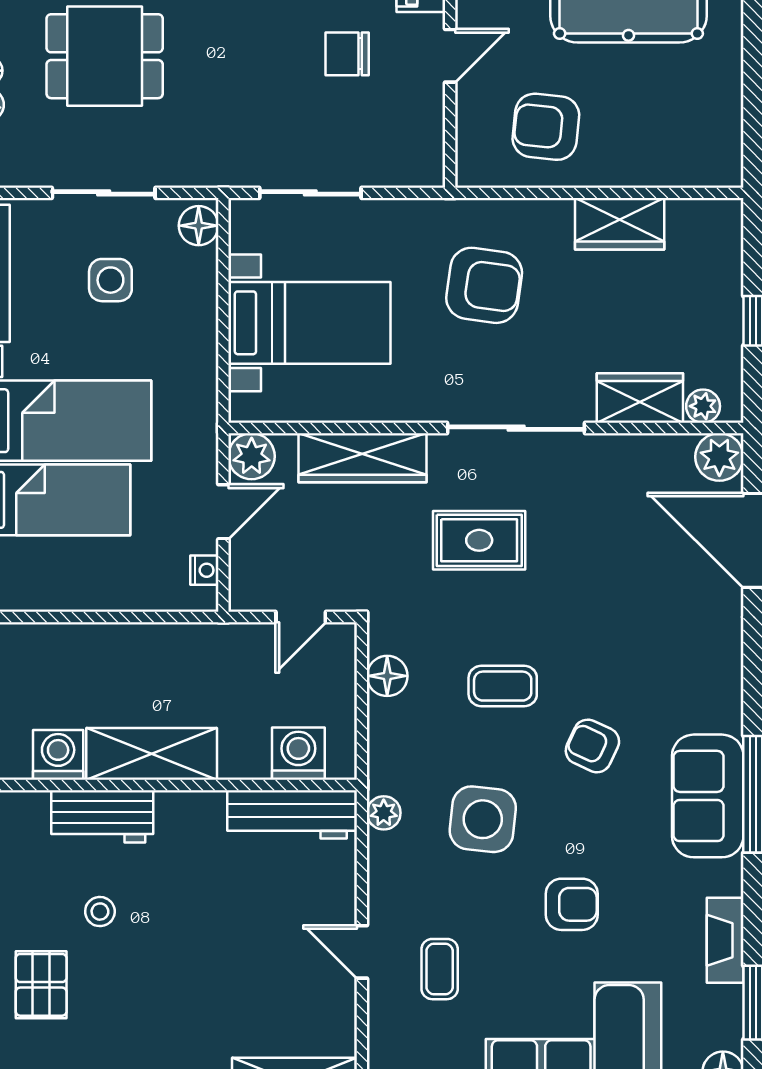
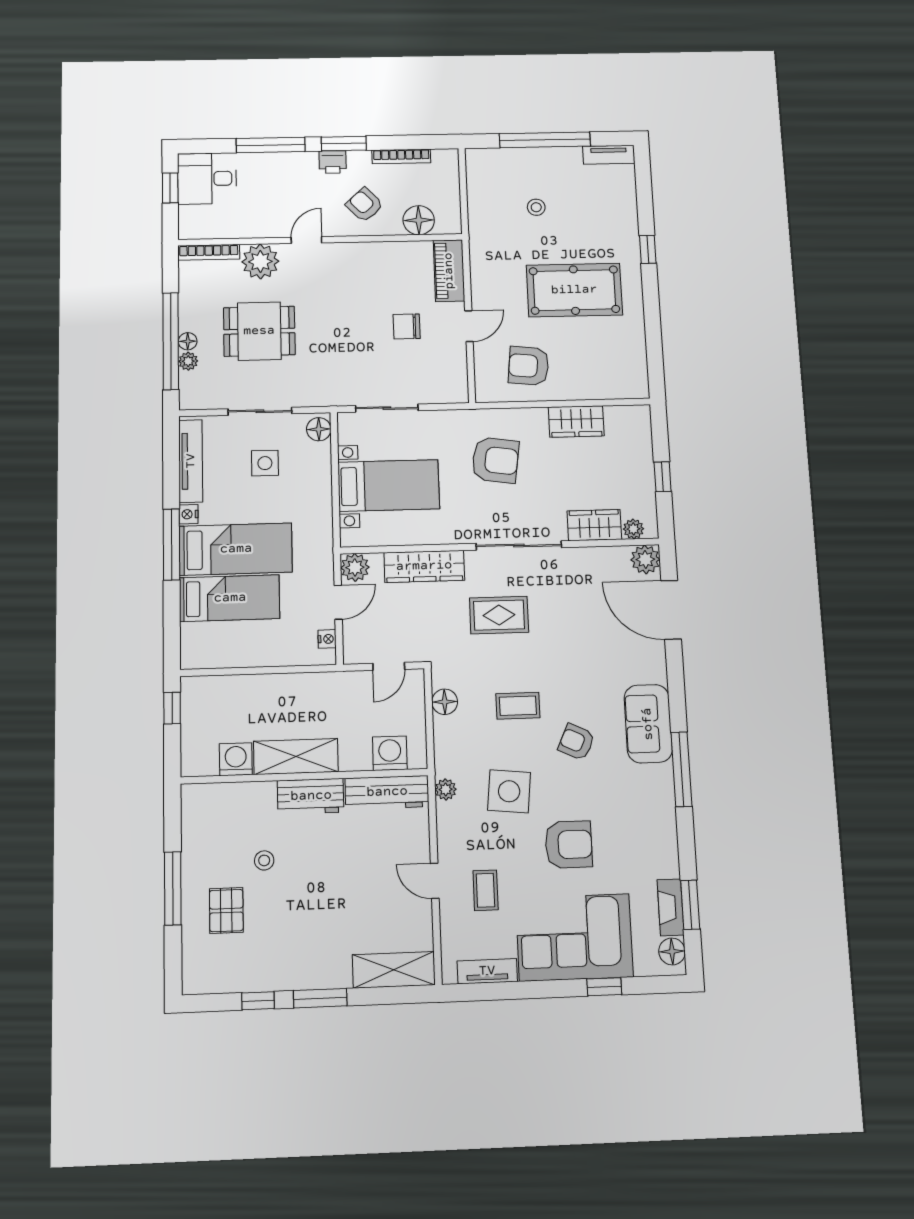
sofa: (708, 796) -> (648, 724), moved
workbench: (102, 816) -> (311, 796), moved
armchair: (572, 904) -> (569, 845), width x1.38, depth x1.38
fireplace: (725, 940) -> (671, 907), moved

